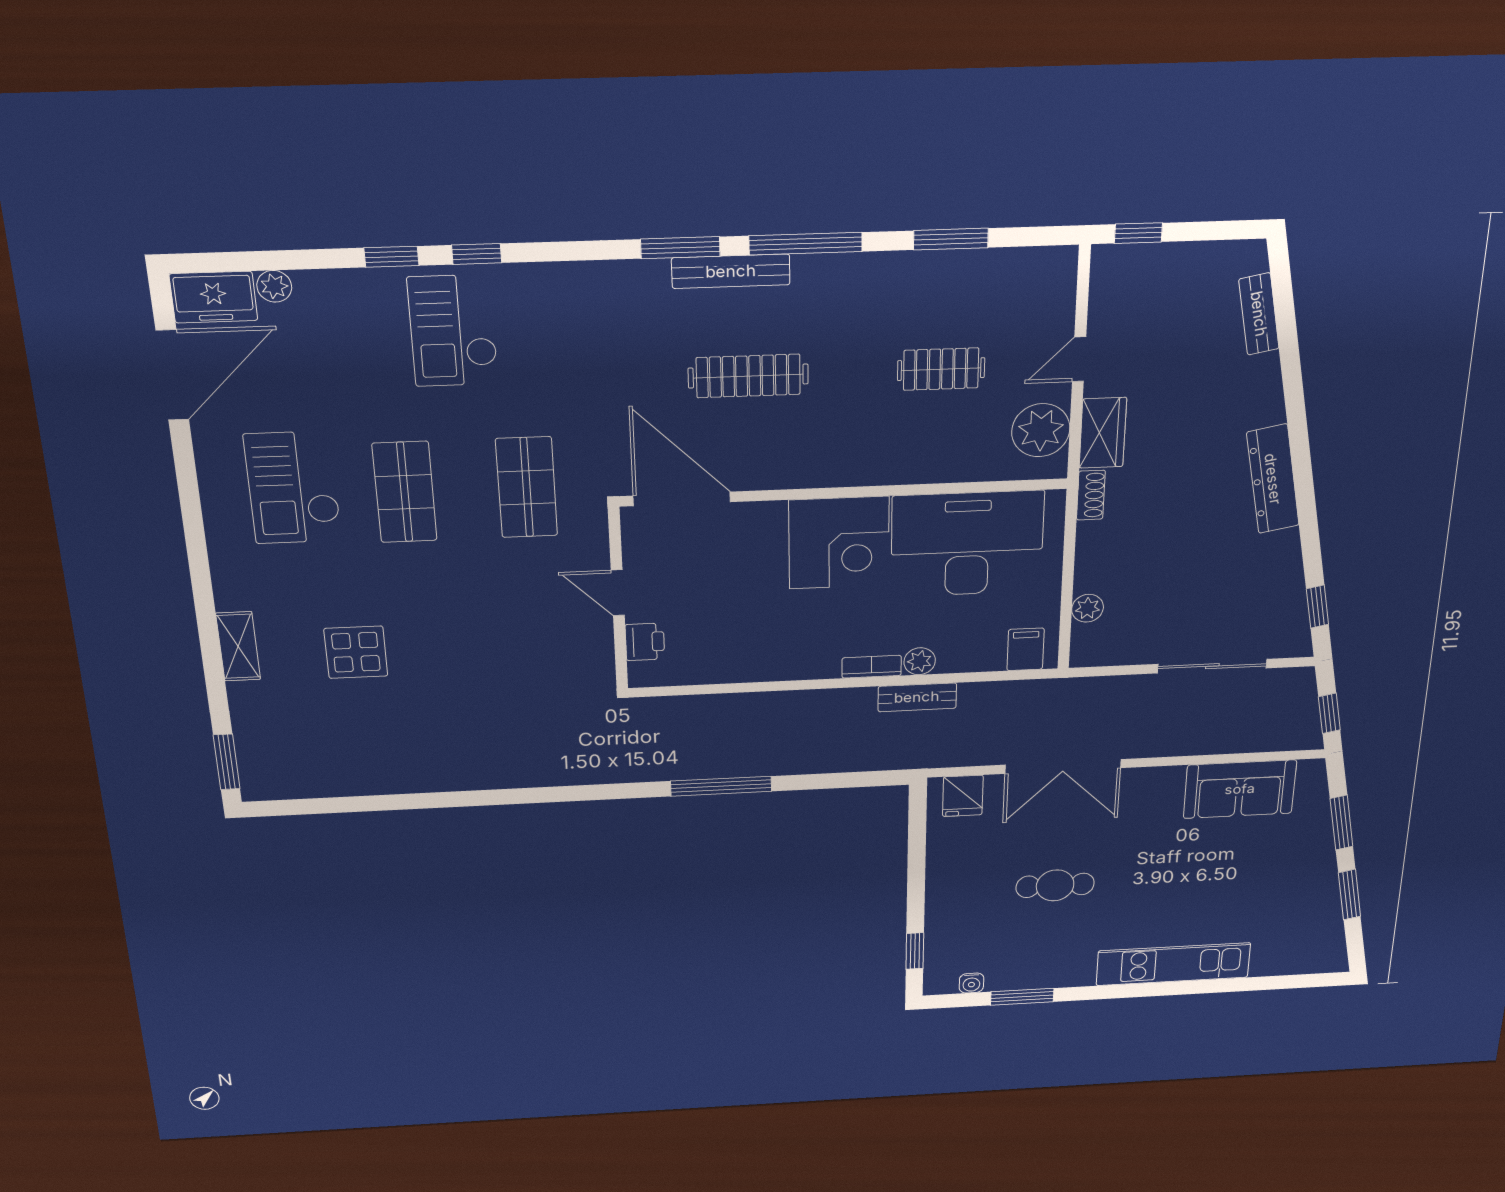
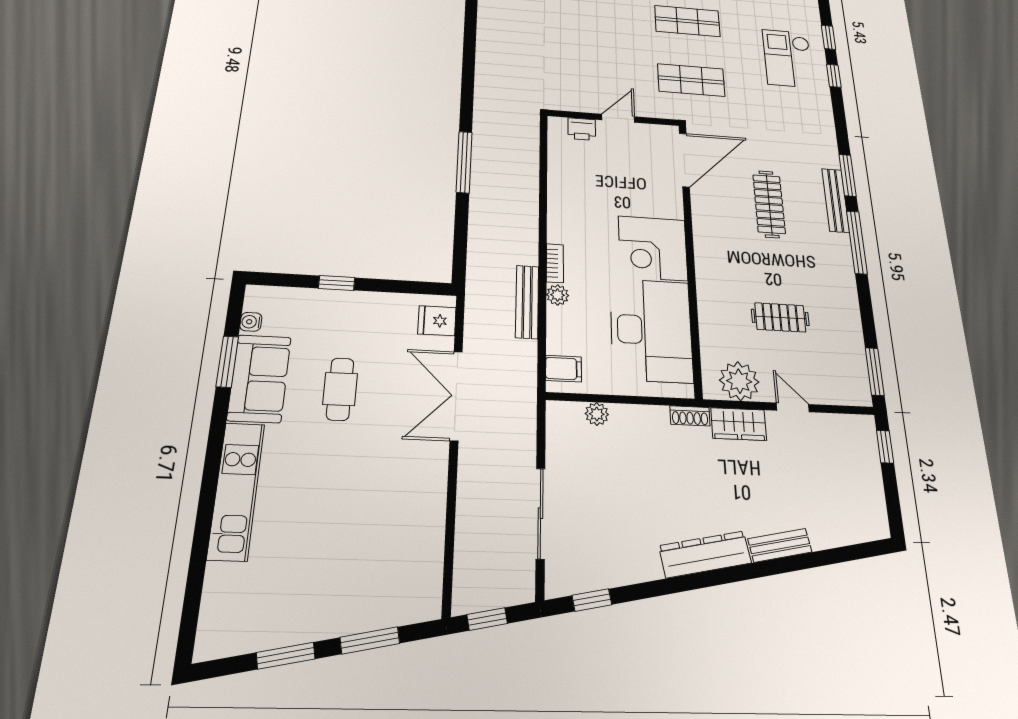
window: (951, 239) -> (875, 372), moved
bench: (1259, 314) -> (780, 545), moved
checkout: (453, 331) -> (788, 58), turned -90
clothes rail: (941, 369) -> (780, 317), turned 90
bench: (917, 697) -> (527, 302), width x1.36
sofa: (1240, 789) -> (259, 378), moved, turned 180
window: (915, 951) -> (337, 283), moved

